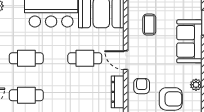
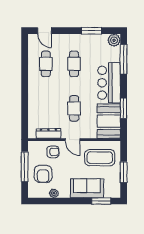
coffee table: (149, 25) -> (100, 158), width x1.86, depth x1.72
door: (126, 60) -> (73, 140), swing flipped

